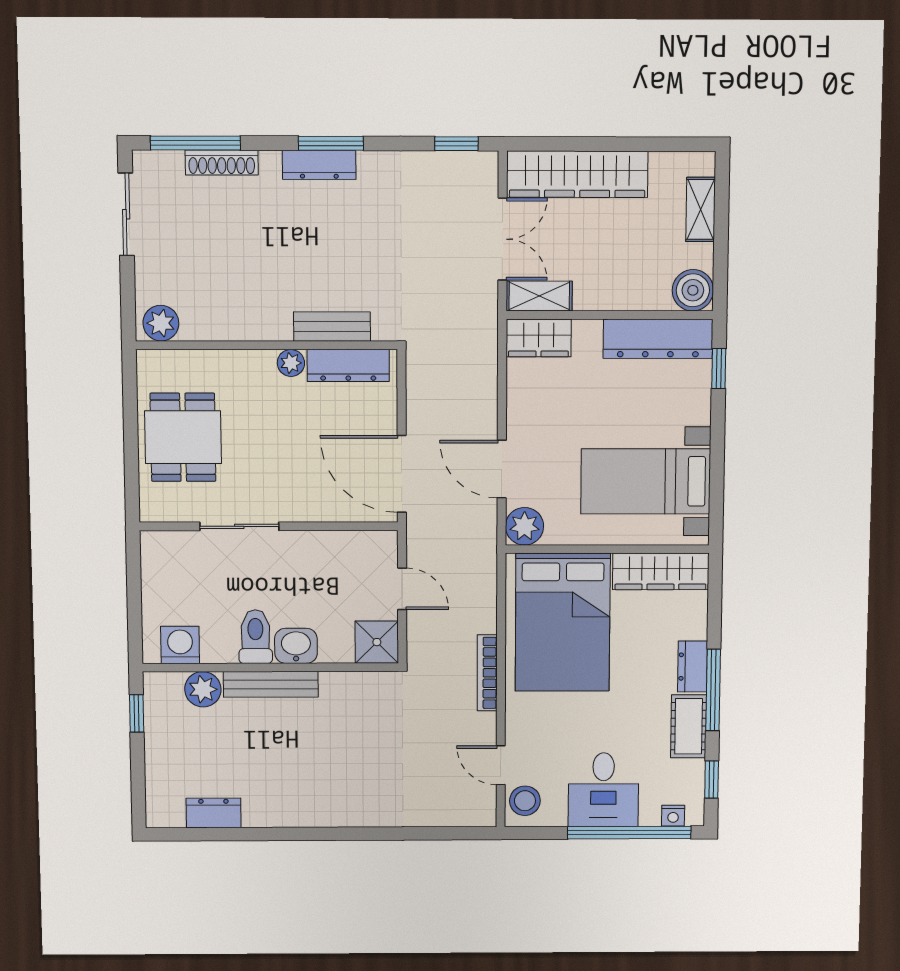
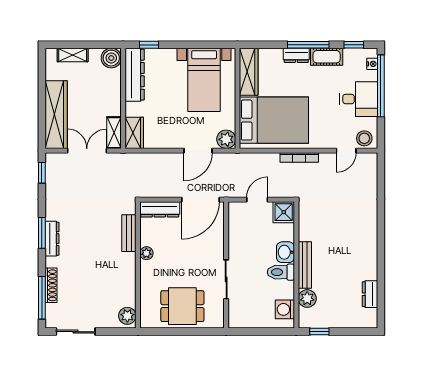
dresser: (348, 366) -> (160, 209), moved, turned 90

